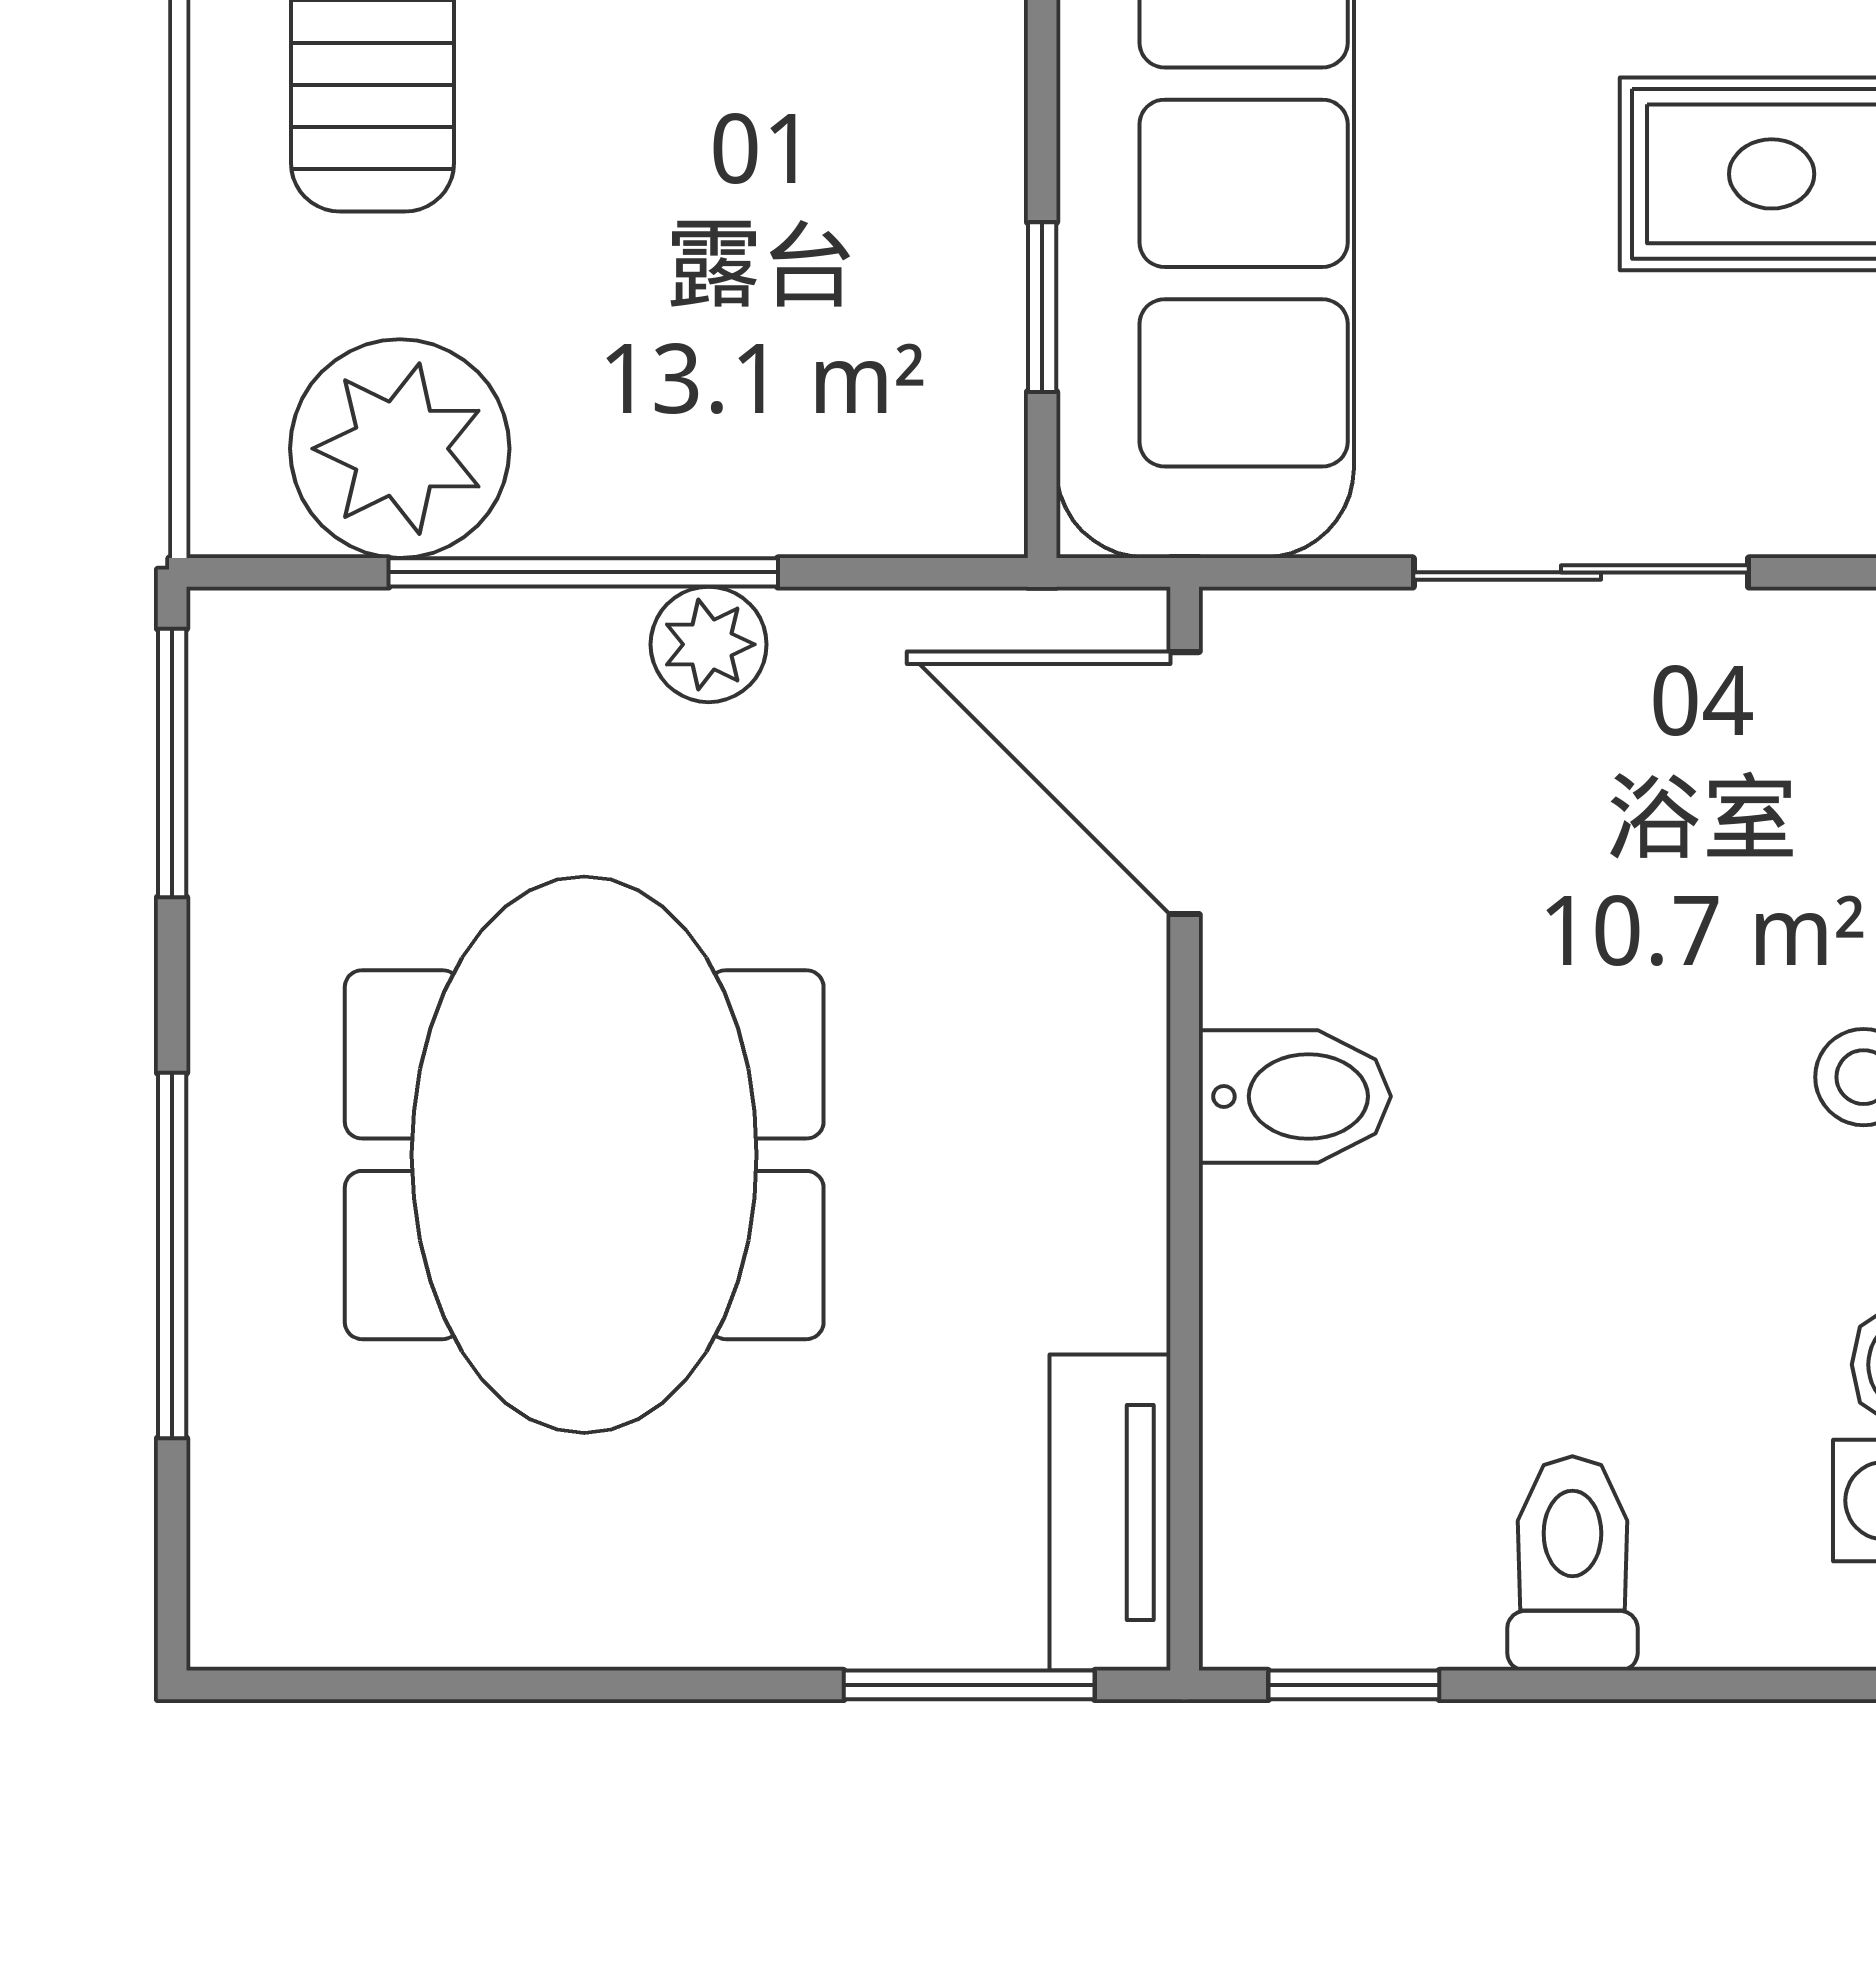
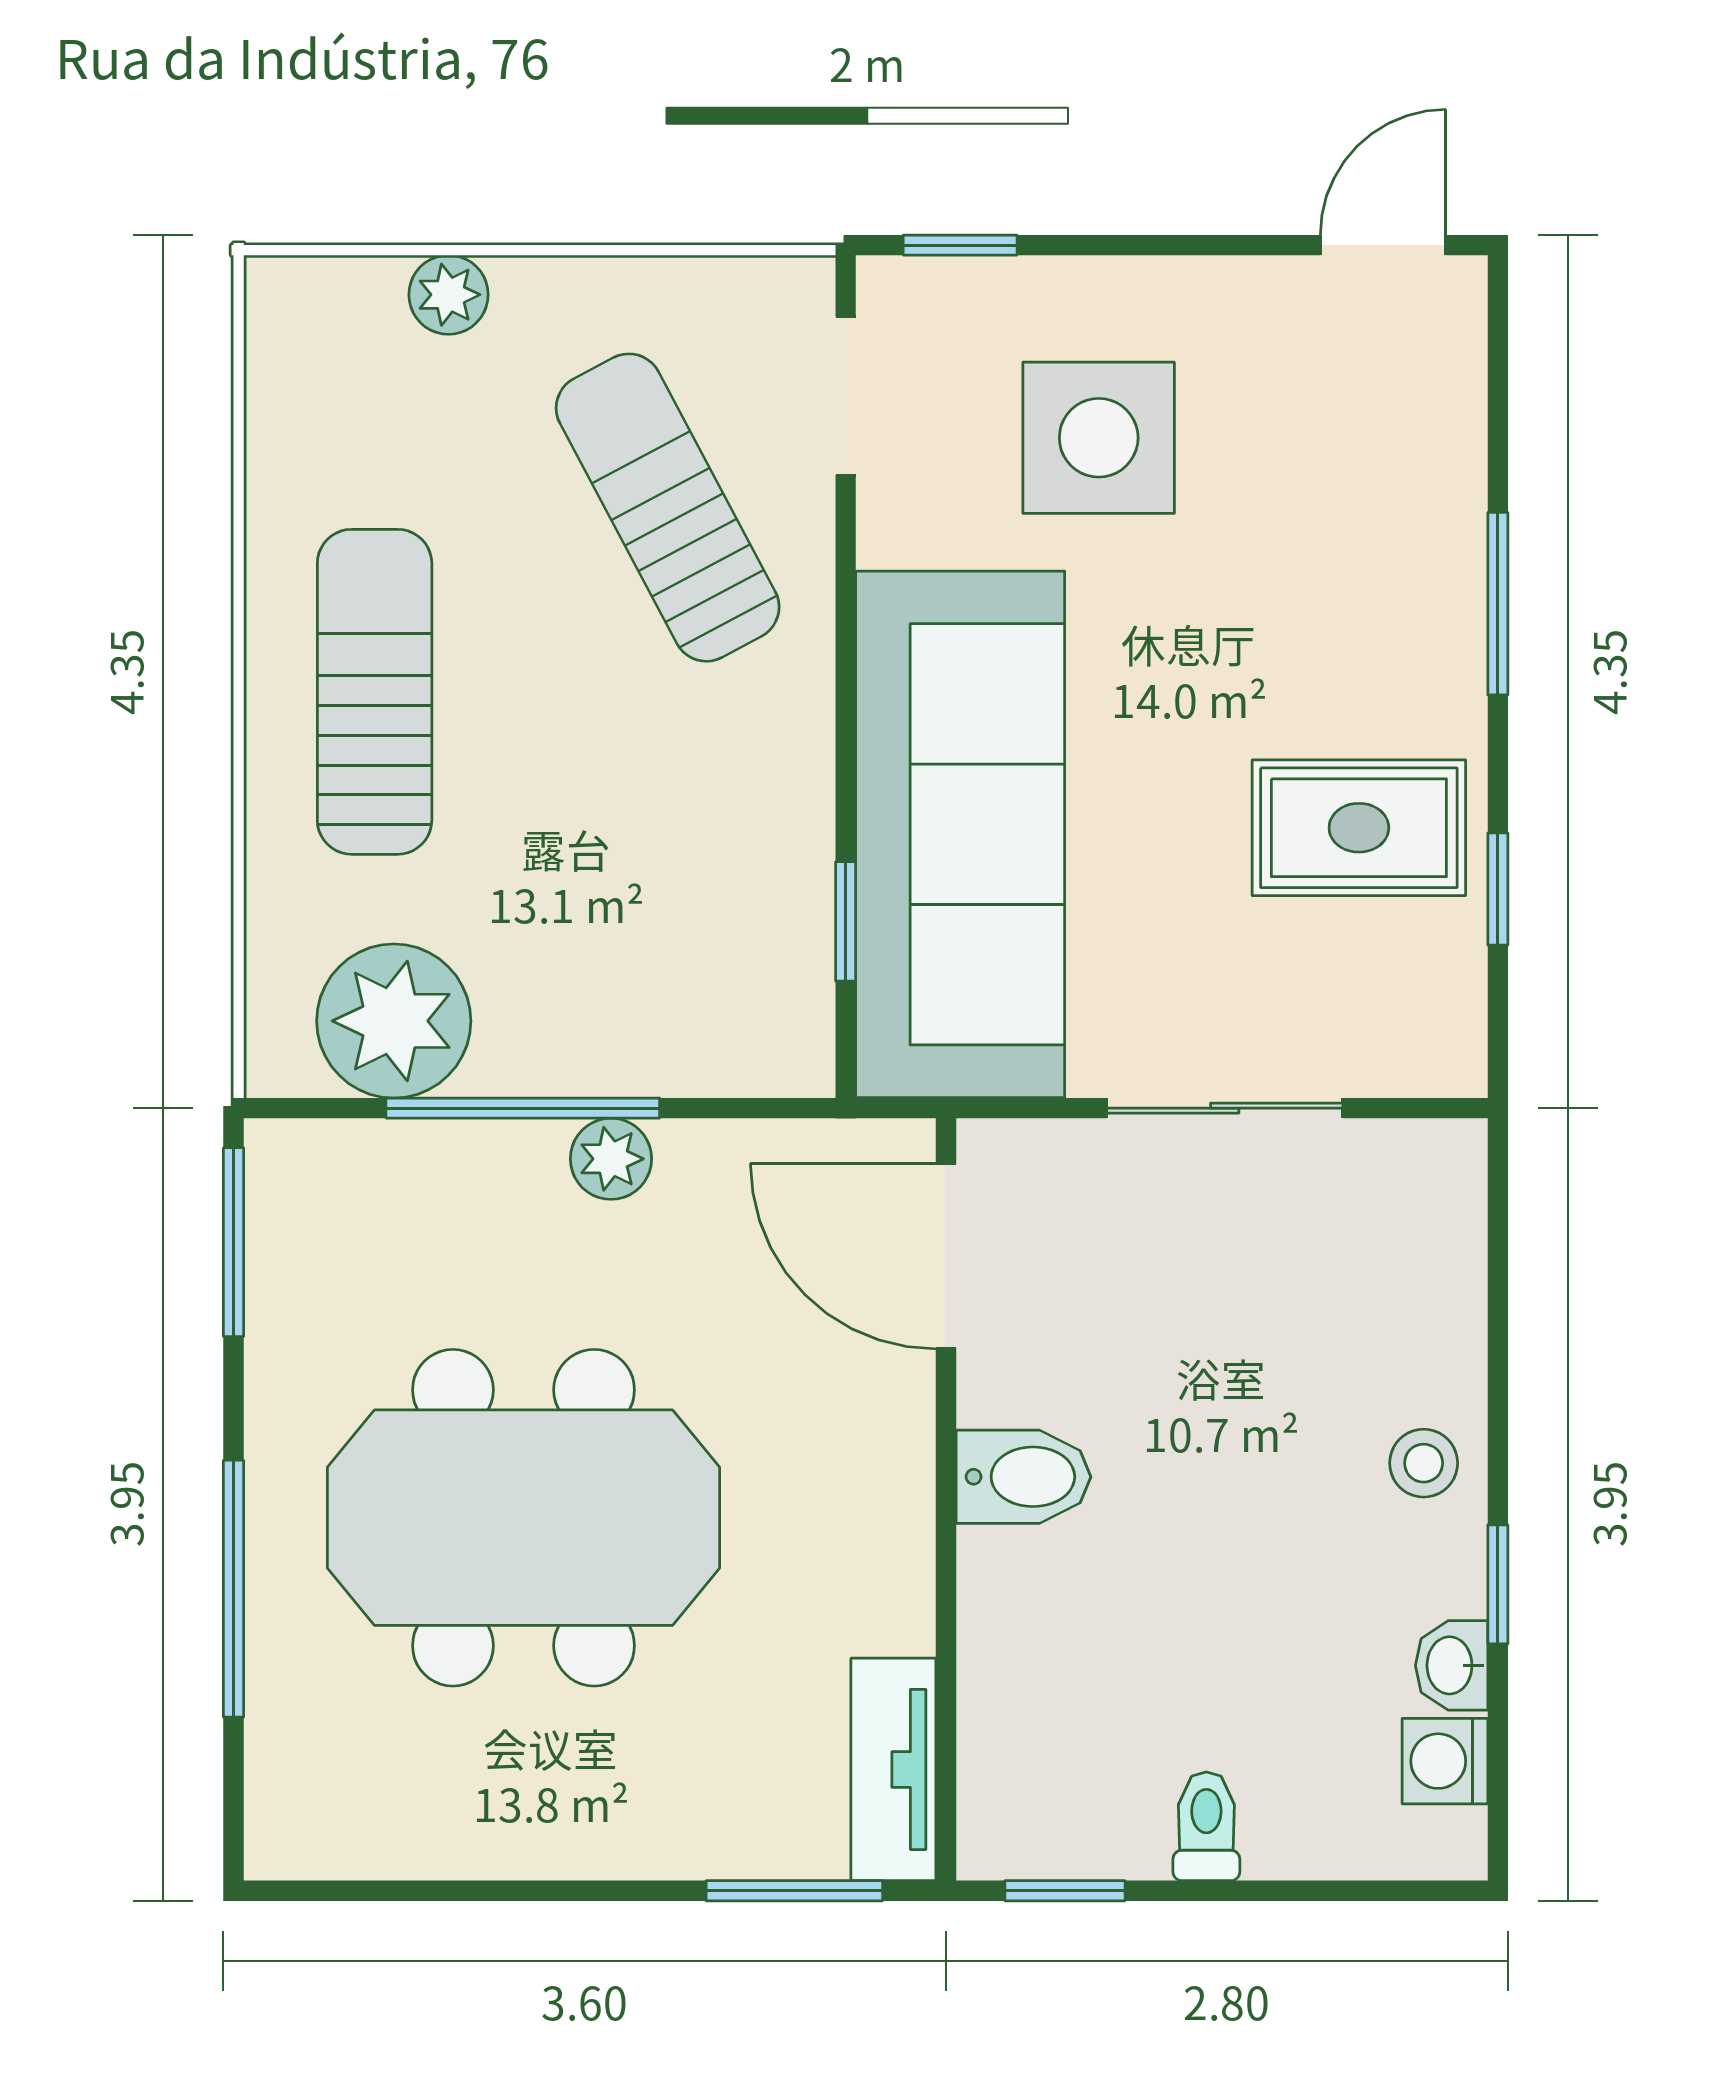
meeting table: (584, 1155) -> (523, 1518), turned 90
toilet: (1572, 1563) -> (1206, 1826), width x0.73, depth x0.72

